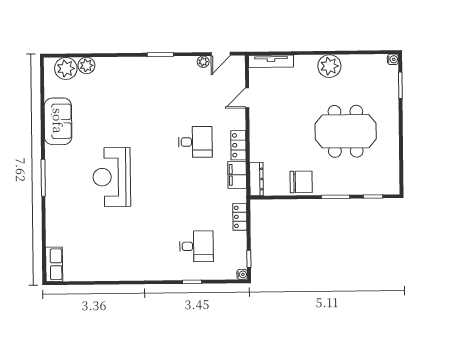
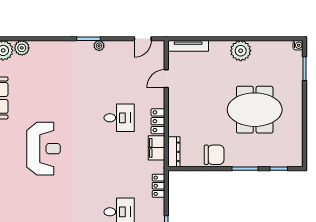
plant: (203, 62) -> (99, 46), moved
reception desk: (112, 177) -> (44, 149), turned 180

